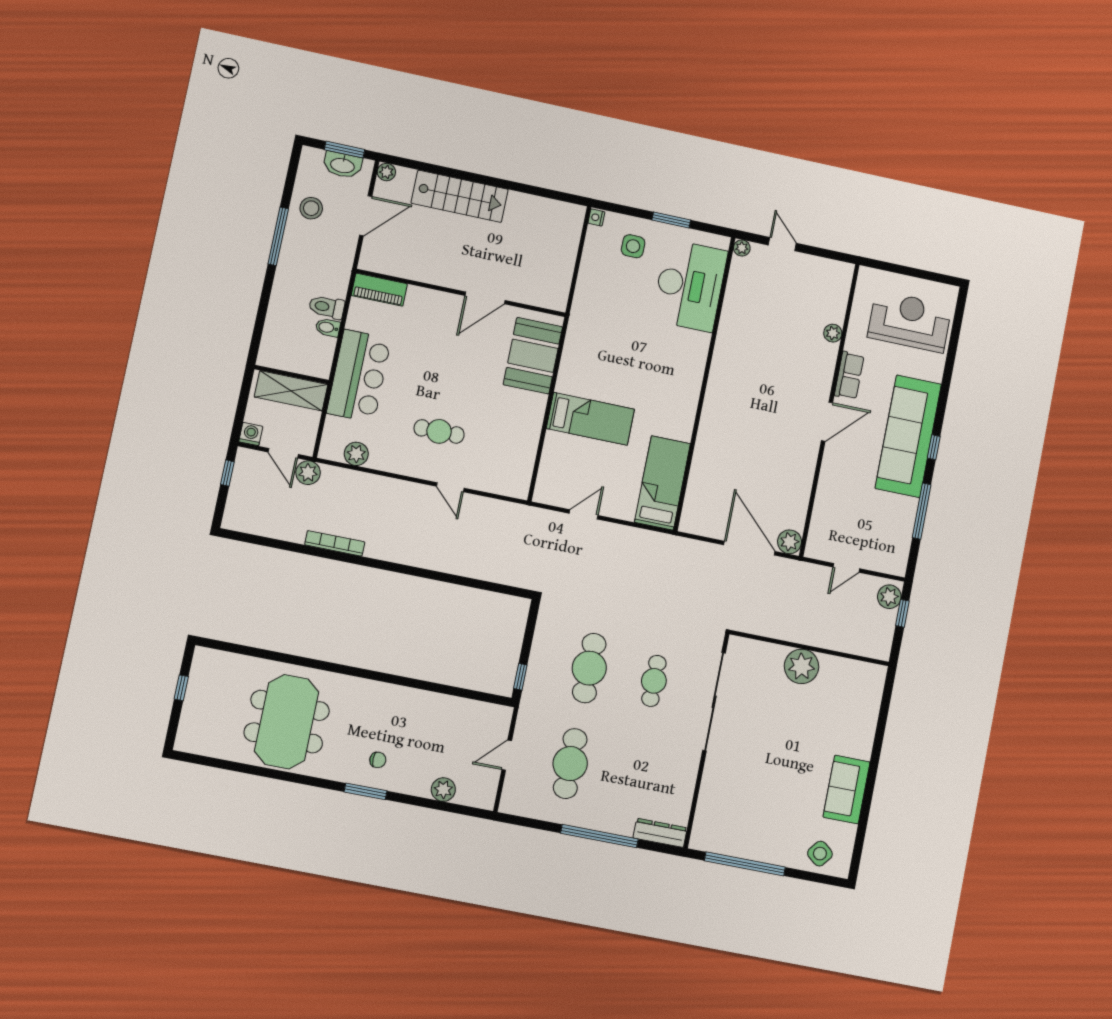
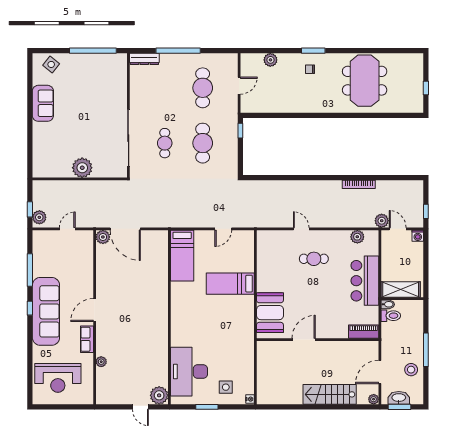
plant: (742, 248) -> (159, 395), width x1.88, depth x1.88
wall: (292, 375) -> (402, 299), moved
shelving: (291, 391) -> (401, 289), moved

